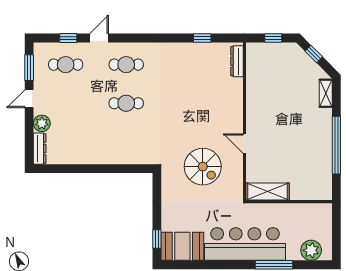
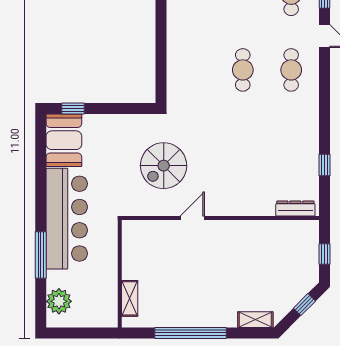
shelving: (267, 192) -> (130, 298), moved, width x0.67, depth x0.75

